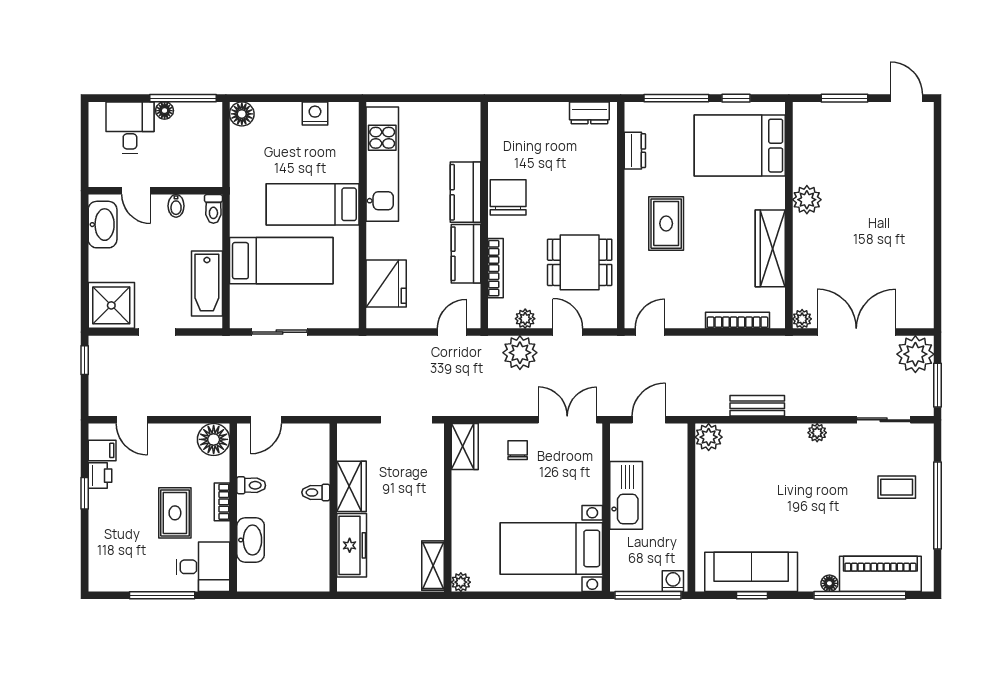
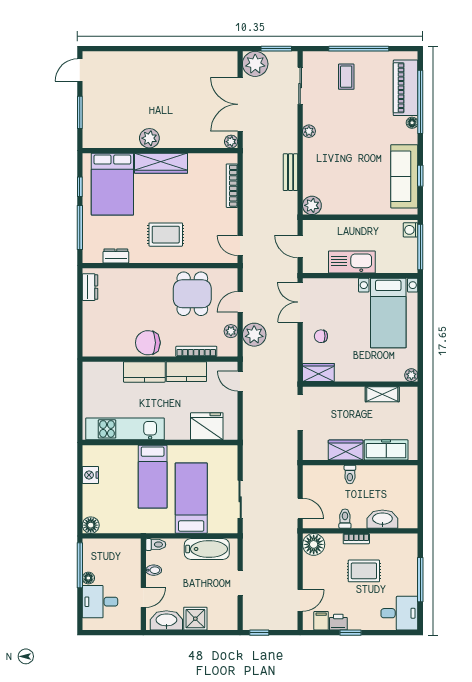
wardrobe: (770, 248) -> (161, 163), moved
shower: (111, 305) -> (195, 619), moved, width x0.73, depth x0.73
shelving: (433, 566) -> (382, 394), moved
desk: (203, 567) -> (399, 613), moved, turned 90

